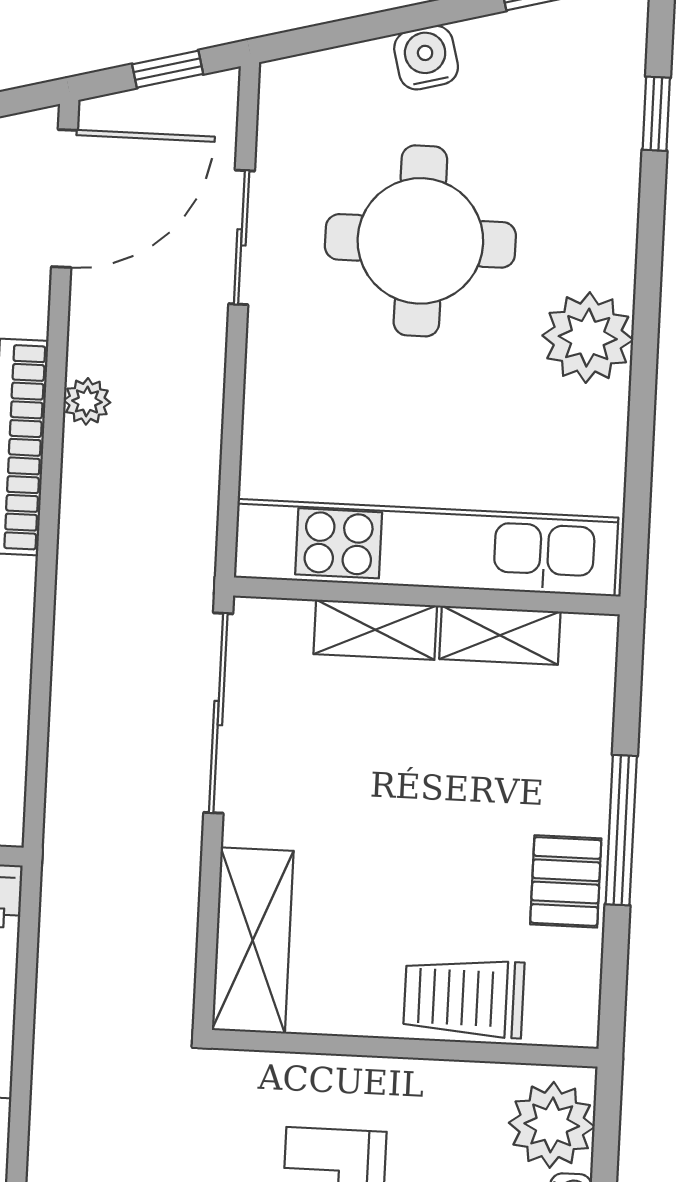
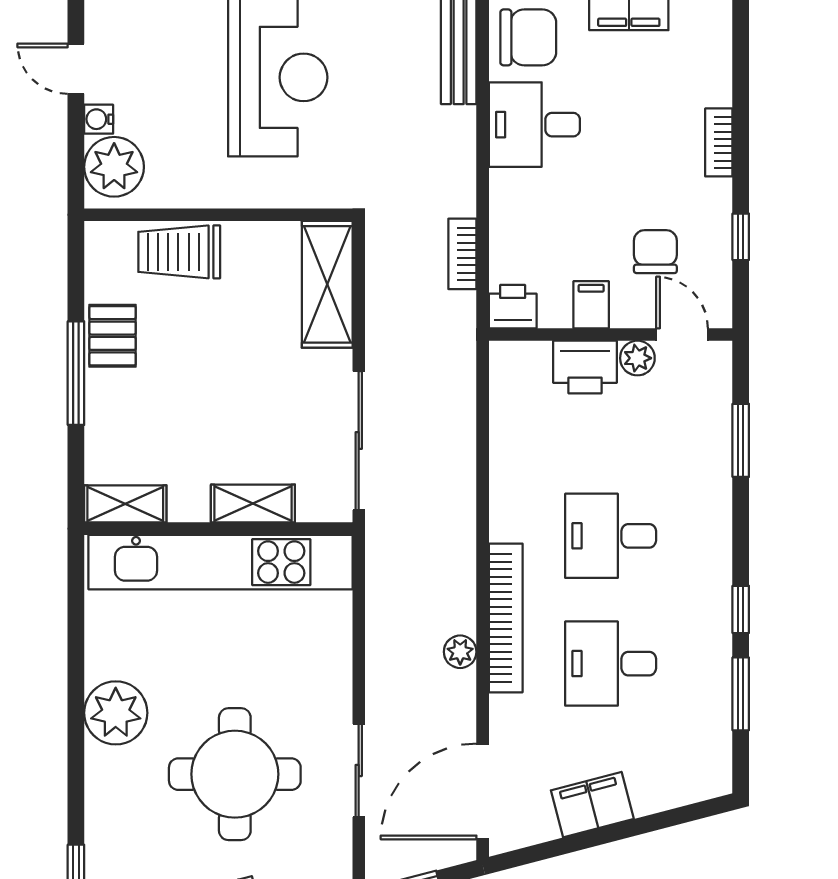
shelving: (500, 635) -> (125, 504), moved
bookcase: (56, 975) -> (462, 254), added
trolley: (464, 998) -> (179, 252), turned 180

